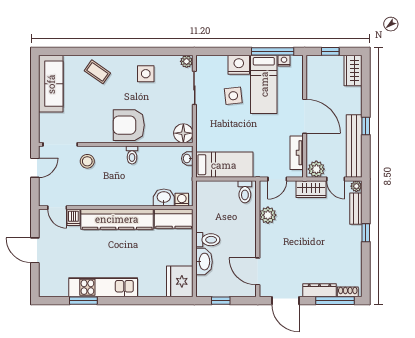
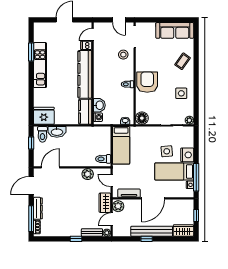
bench: (354, 146) -> (152, 231), moved
toilet: (208, 240) -> (42, 134), moved

